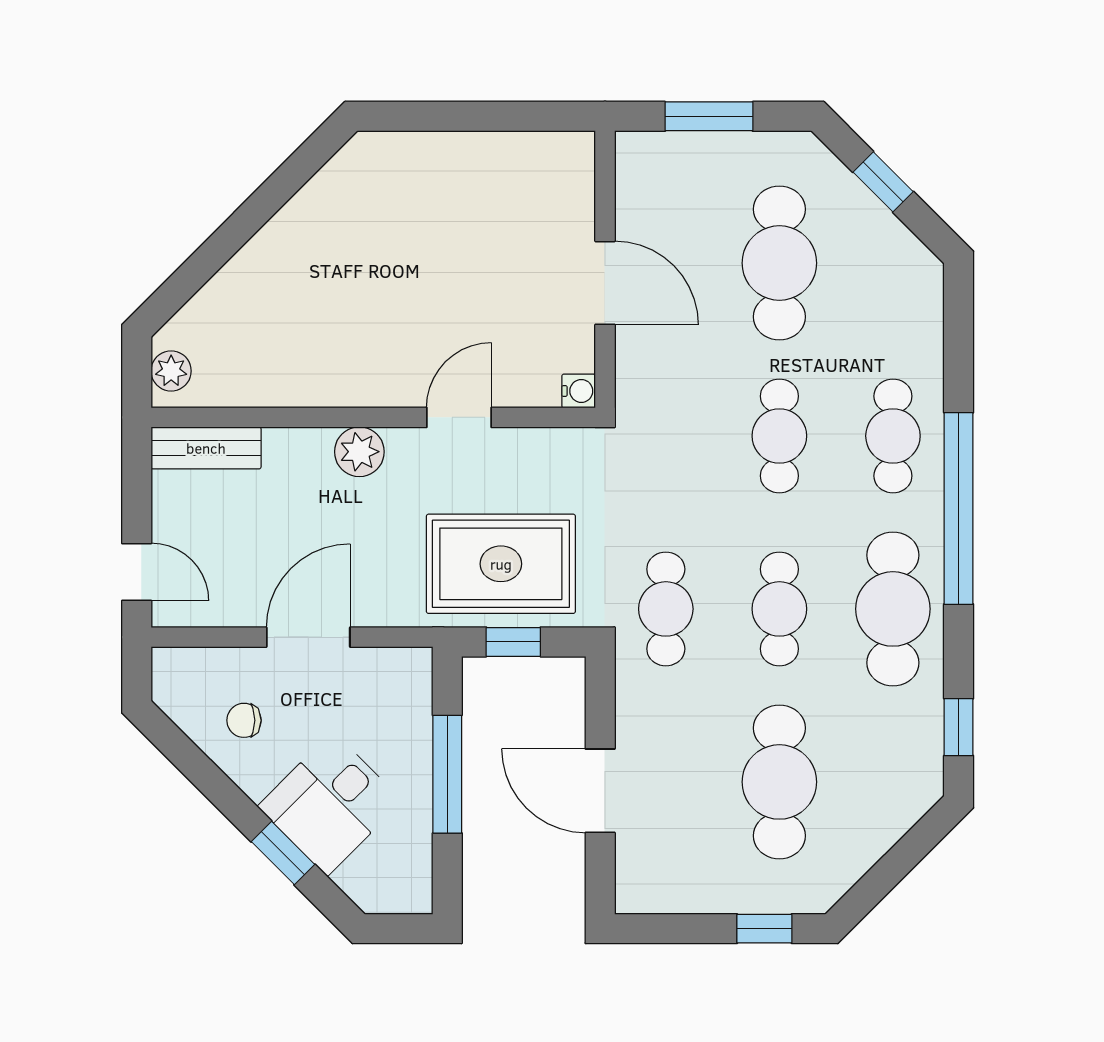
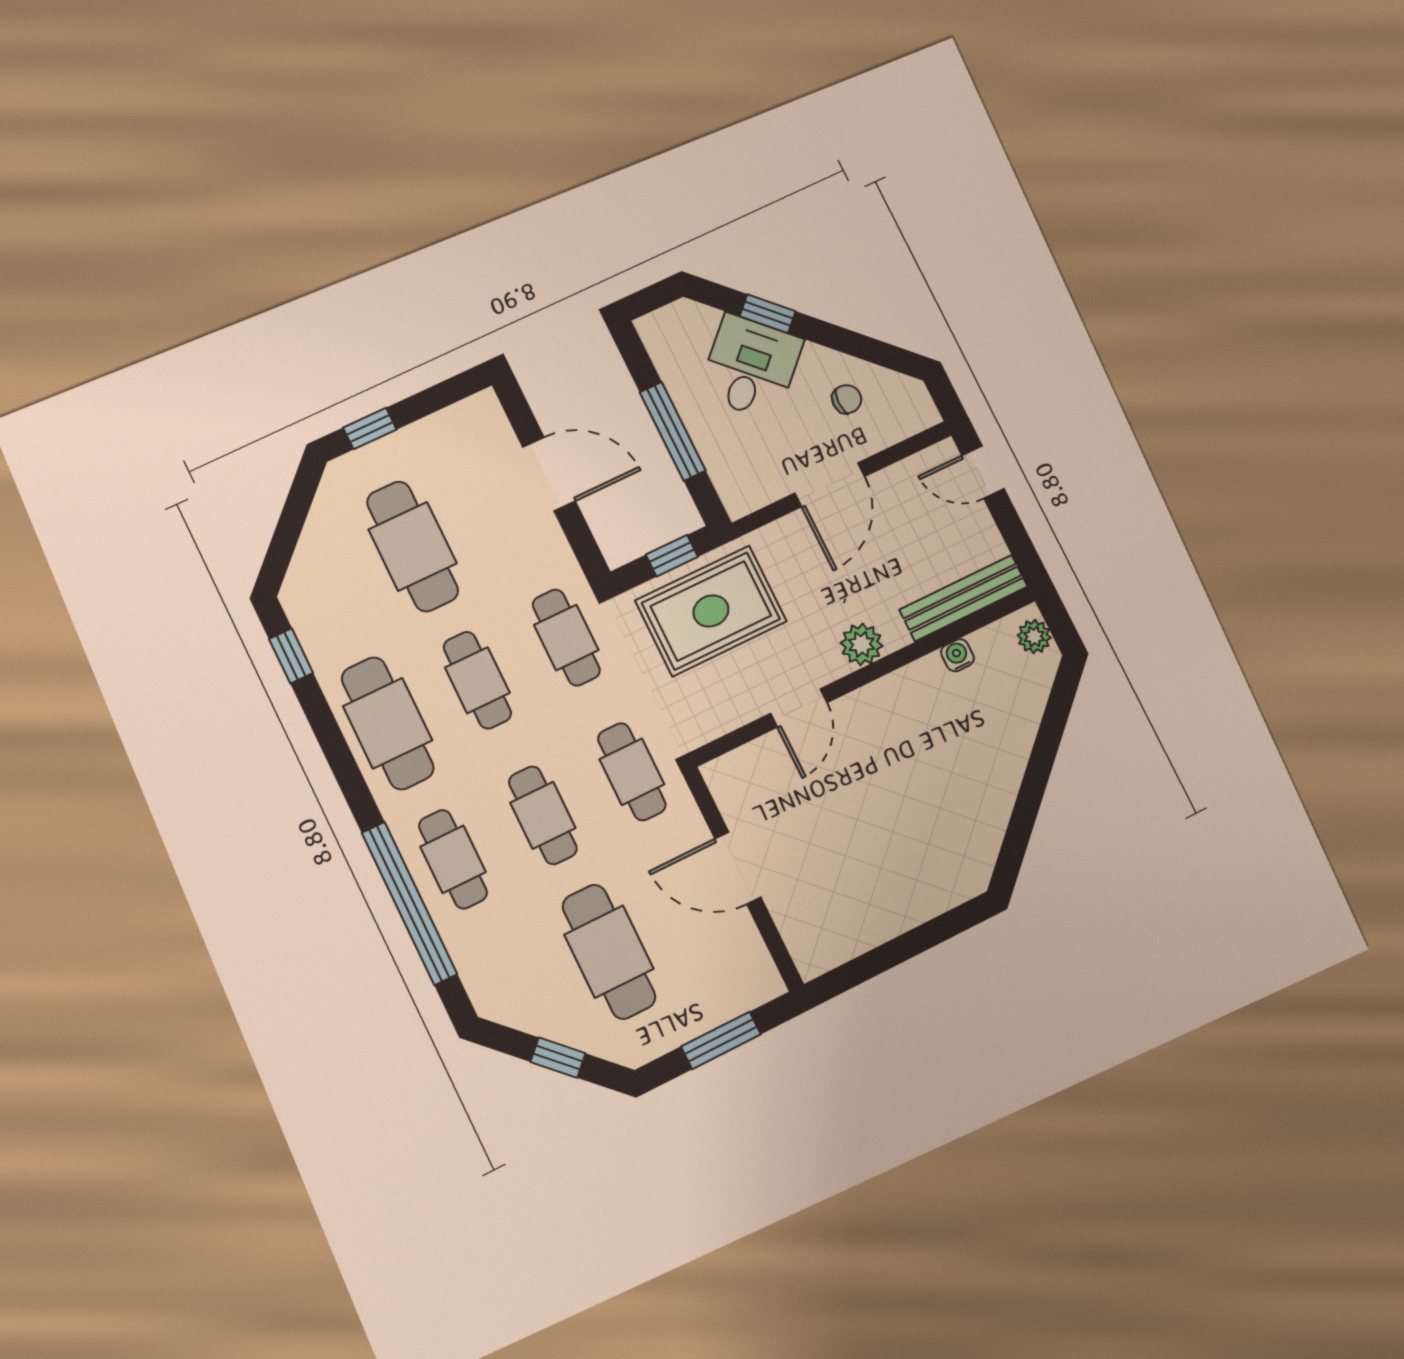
water cooler: (579, 391) -> (957, 655), moved, turned 90
cafe table: (666, 436) -> (632, 772), added
bench: (206, 448) -> (964, 598), width x1.36
window: (959, 508) -> (409, 903), moved

